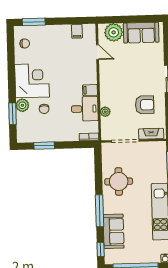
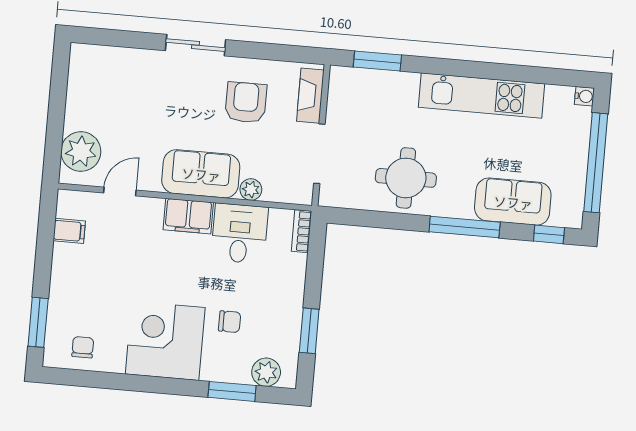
sofa: (141, 33) -> (201, 174), moved, turned -90
filing cabinet: (90, 90) -> (188, 216), width x2.00
plant: (22, 105) -> (266, 372), moved

